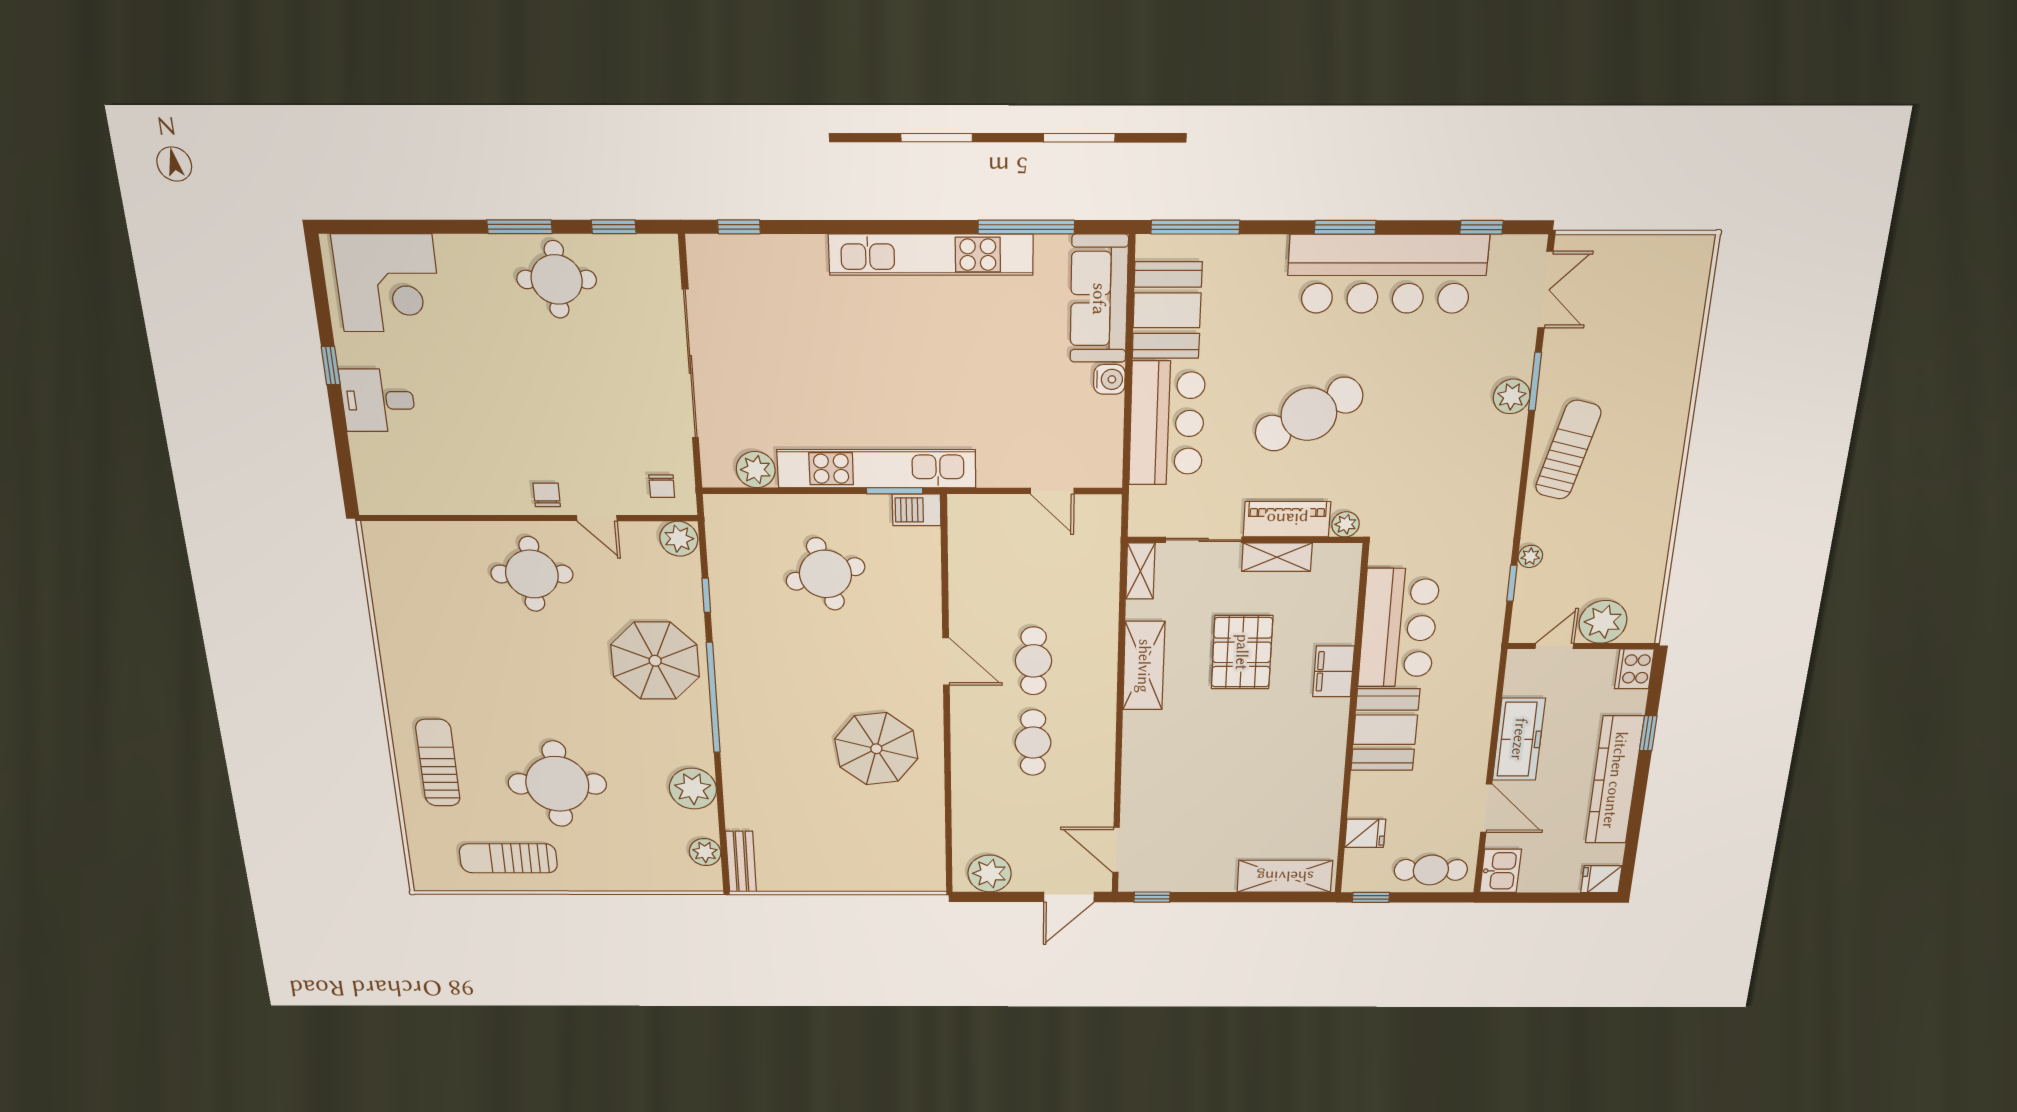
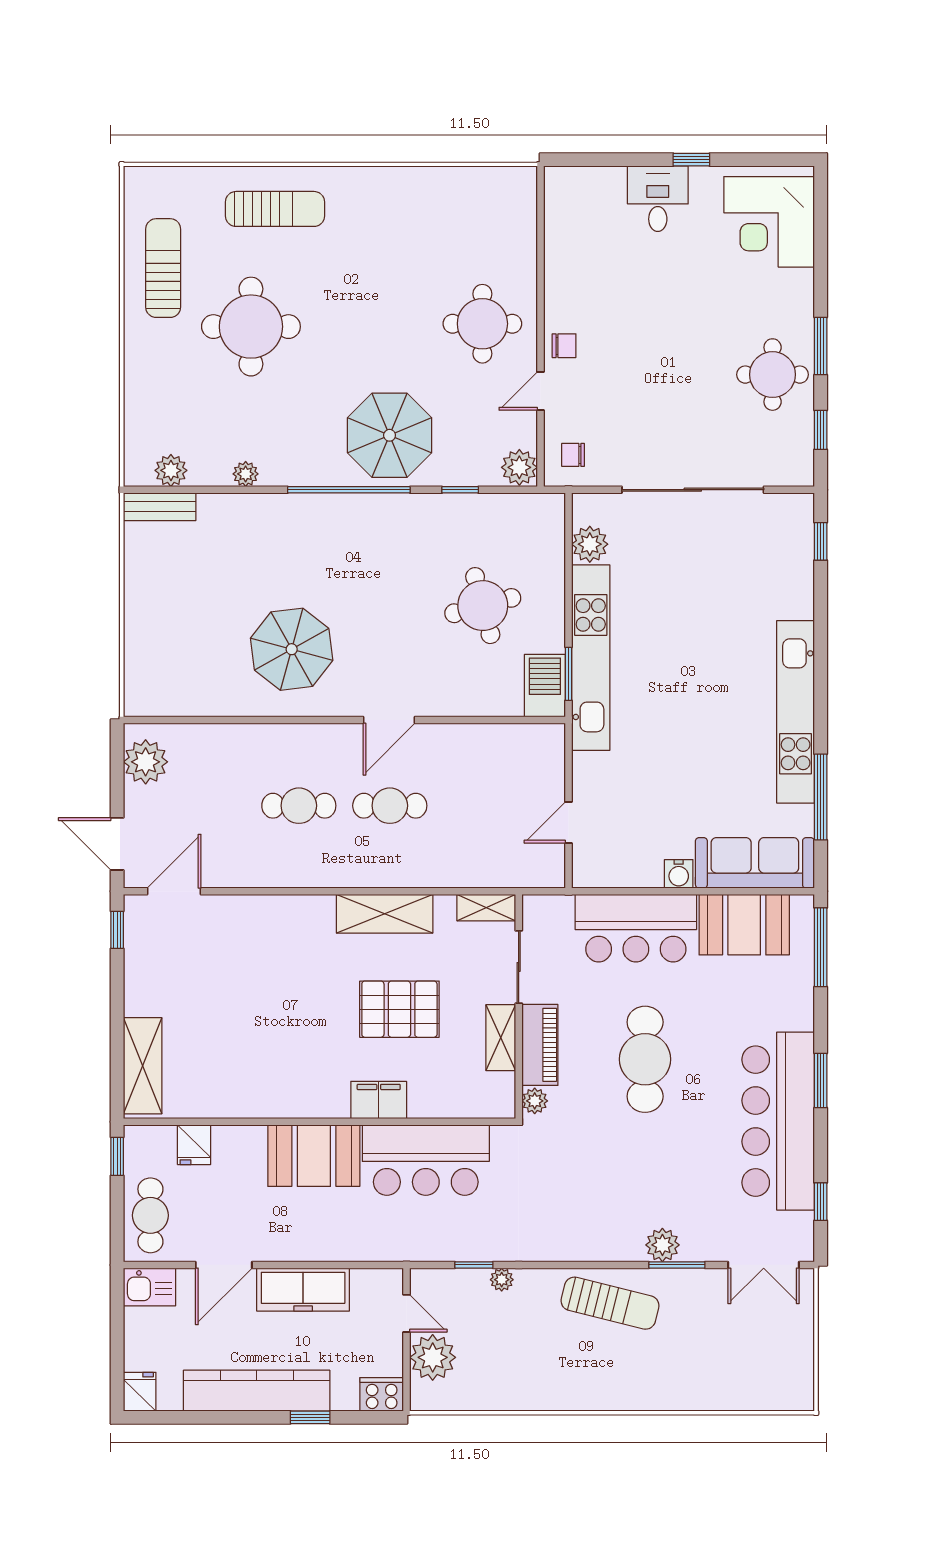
cafe table: (1309, 414) -> (645, 1059), turned 30
barbecue: (916, 510) -> (545, 686), width x1.38, depth x1.27
plant: (693, 789) -> (246, 474), width x0.53, depth x0.53

